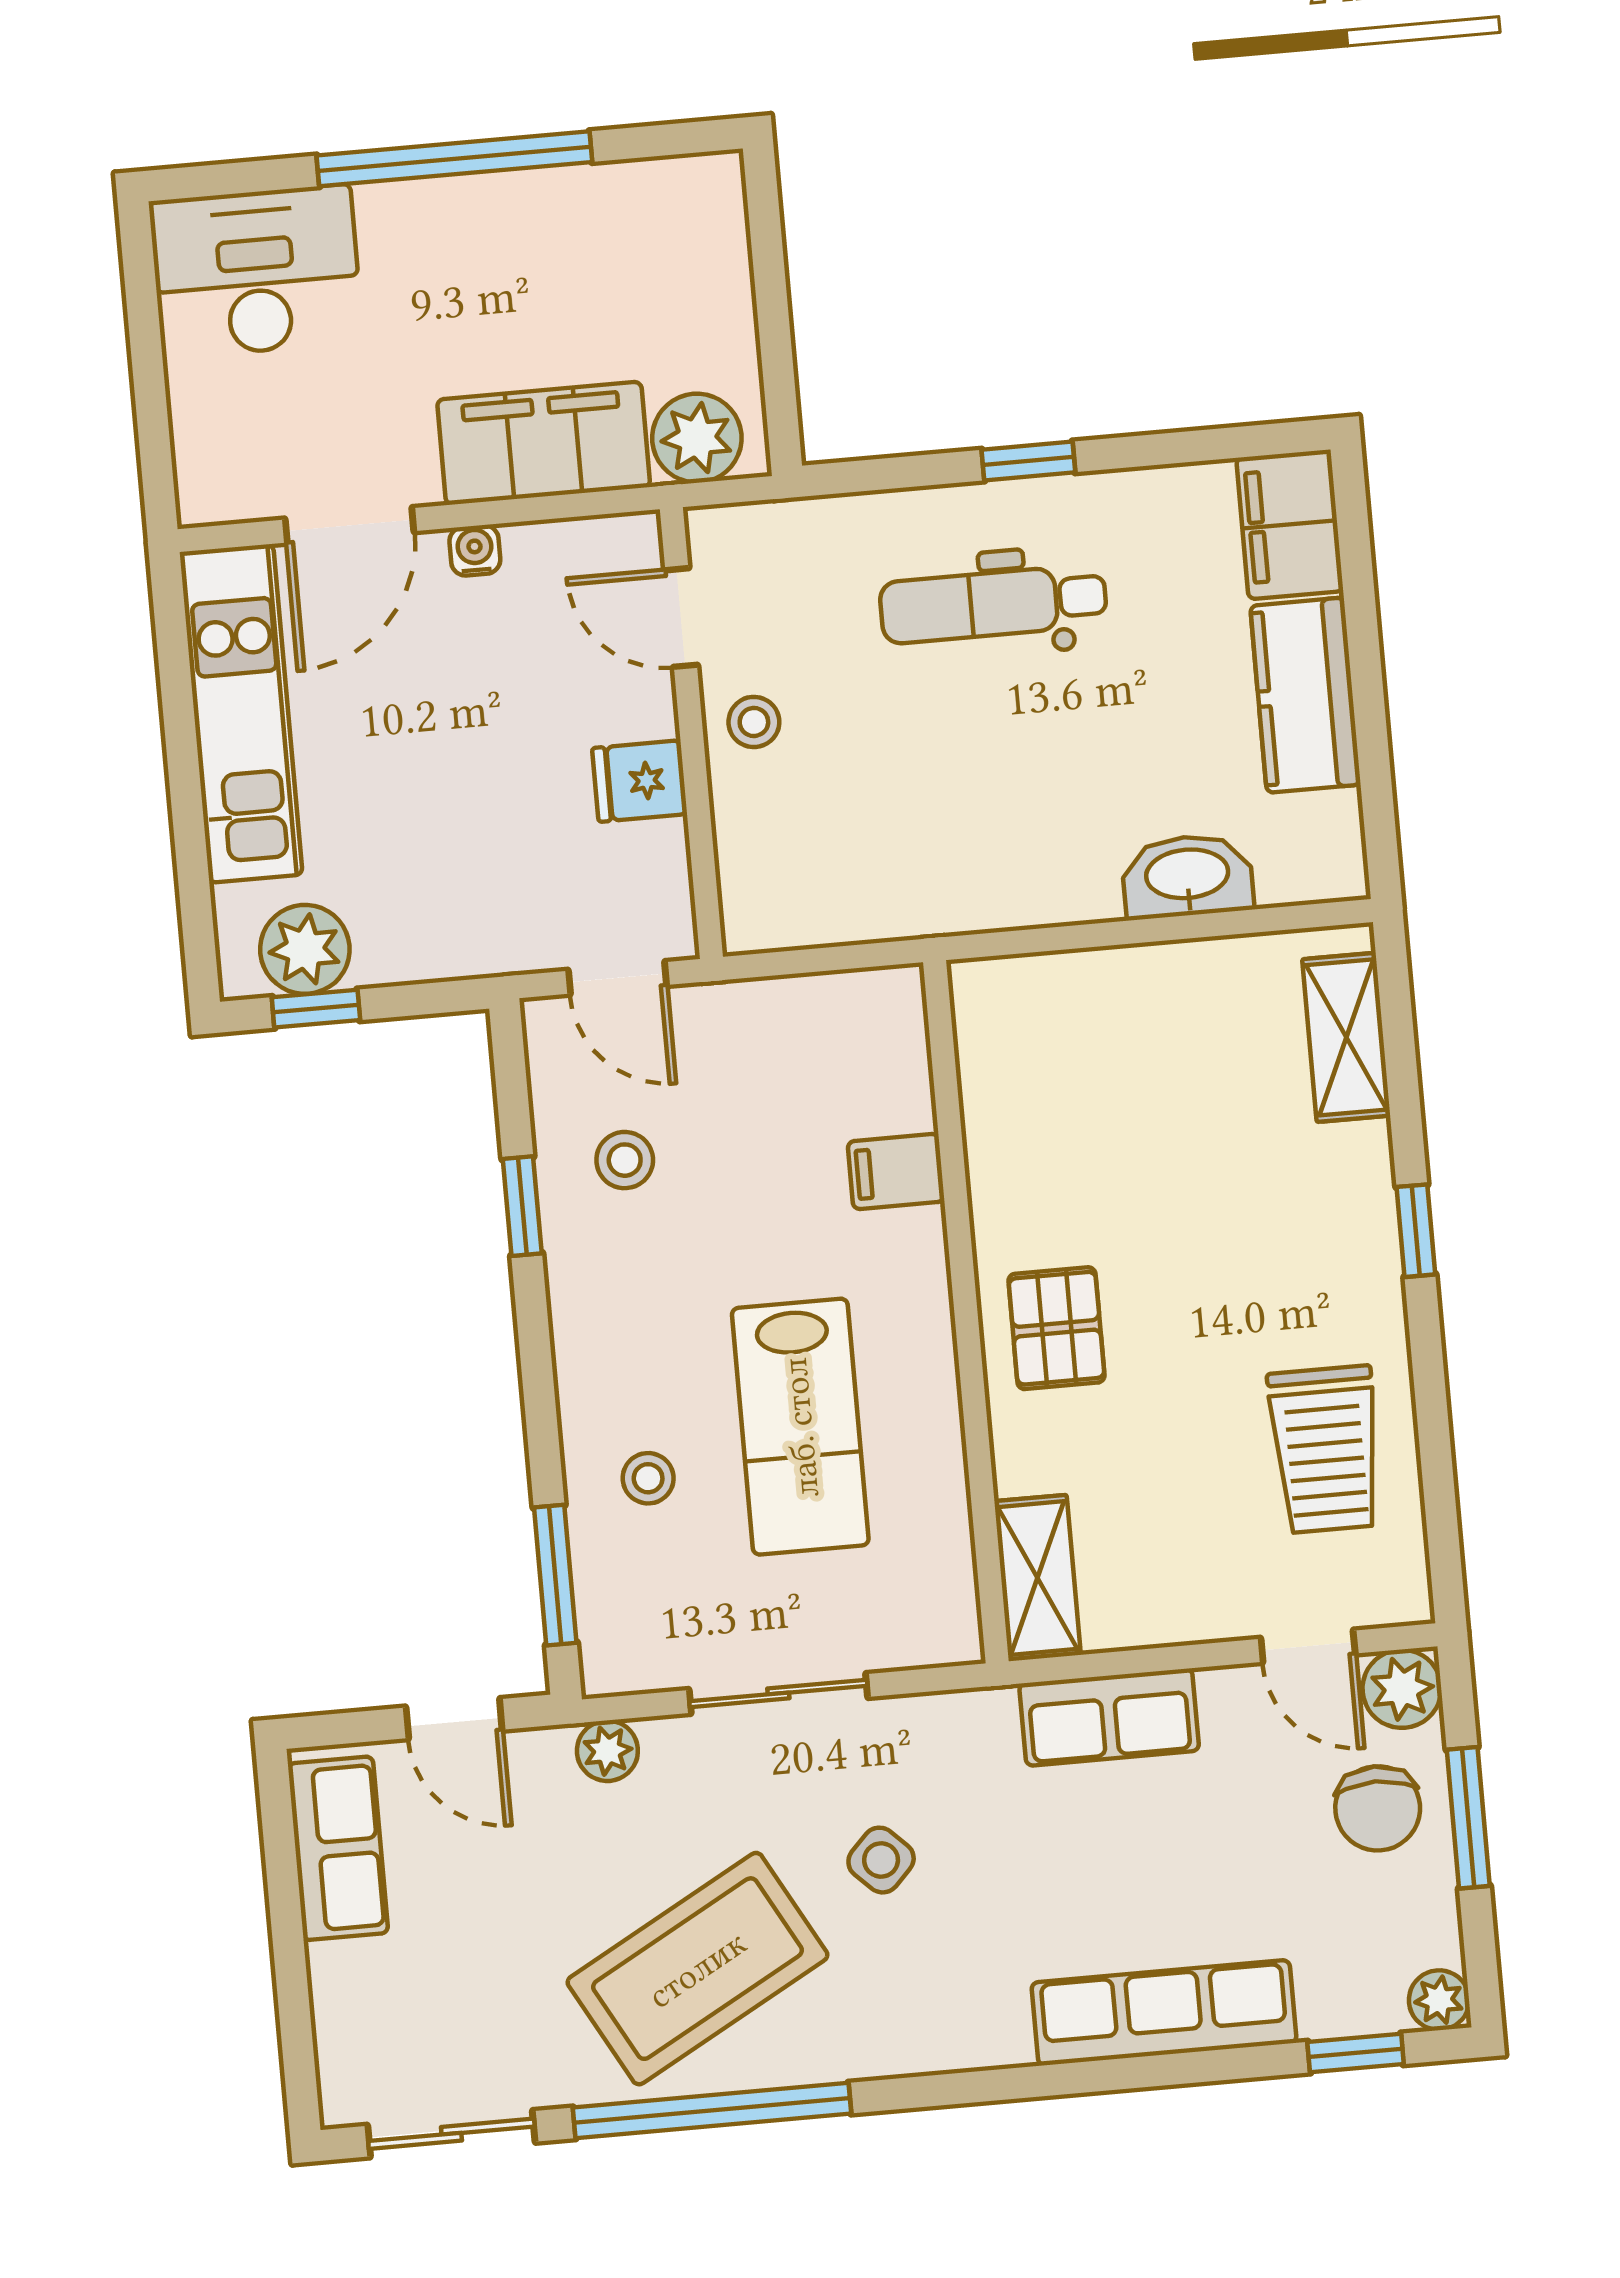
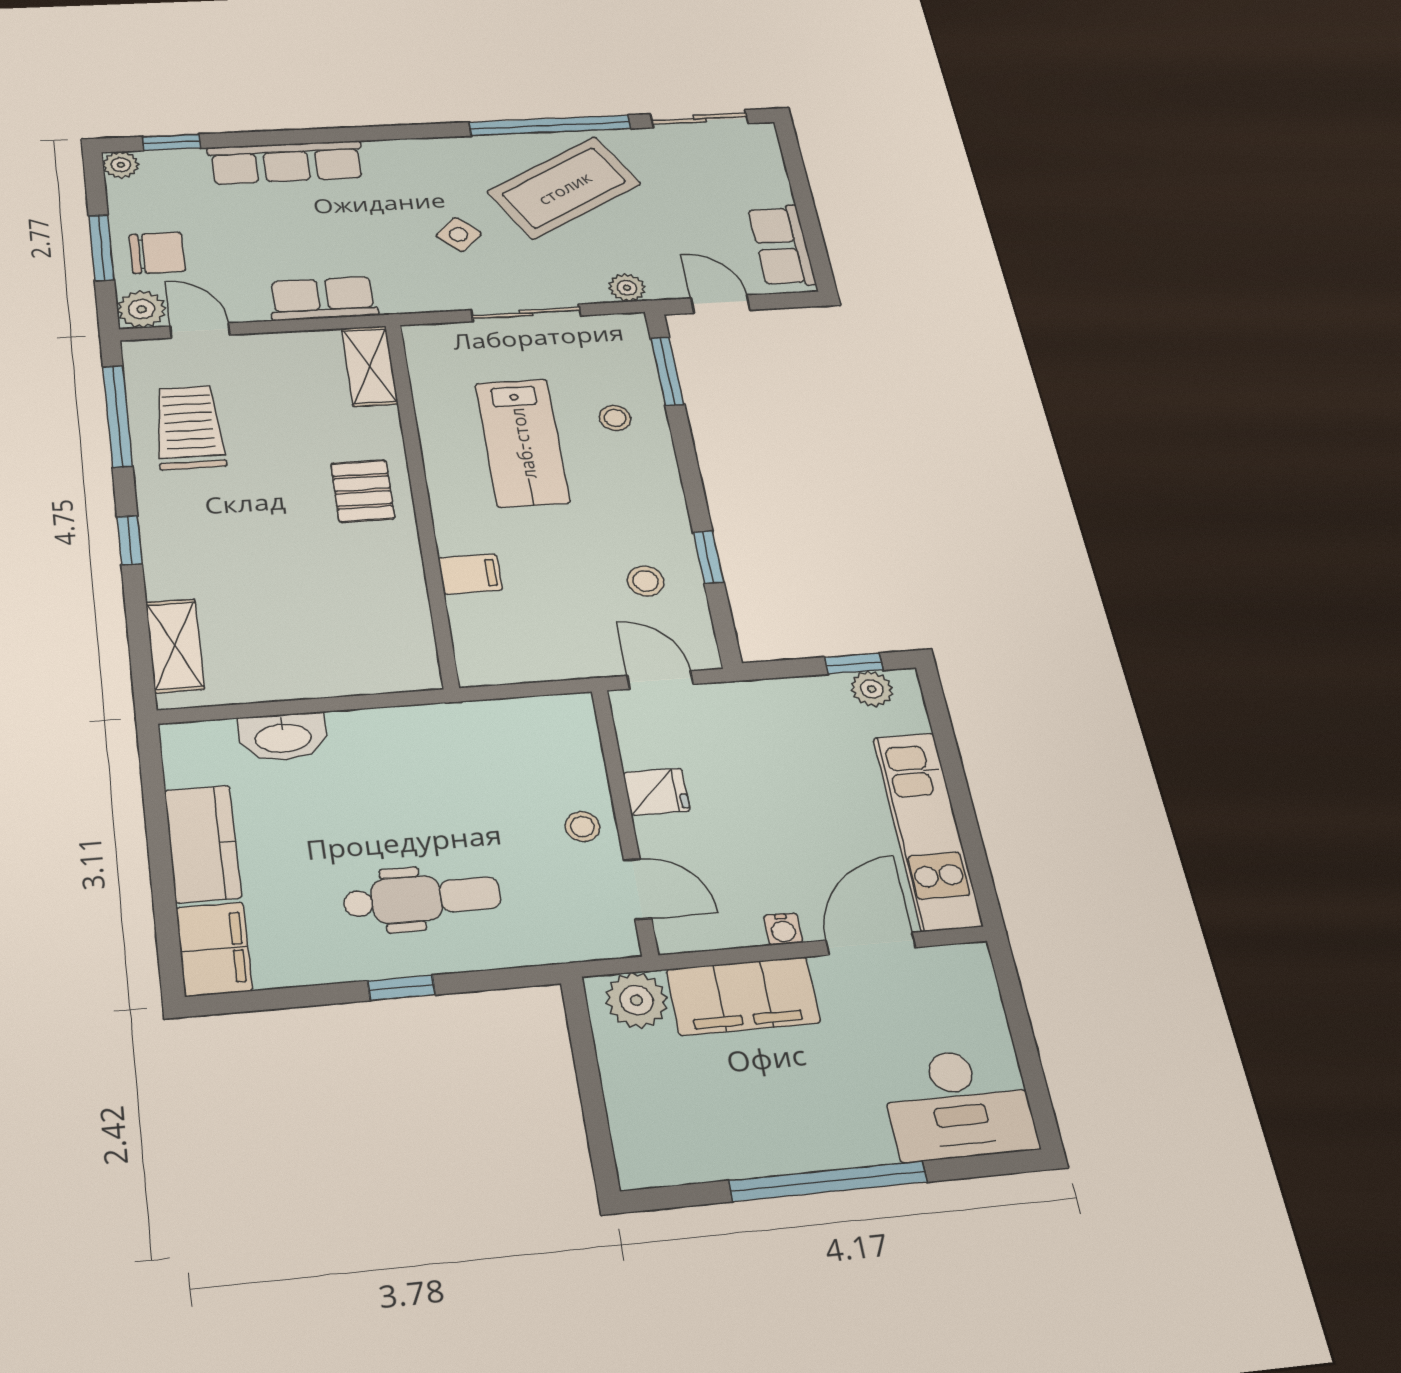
plant: (305, 949) -> (872, 689), width x0.73, depth x0.73
lab bench: (800, 1427) -> (522, 443), turned 180
window: (1437, 1470) -> (118, 416), added
chair: (1378, 1808) -> (157, 253), turned 90

